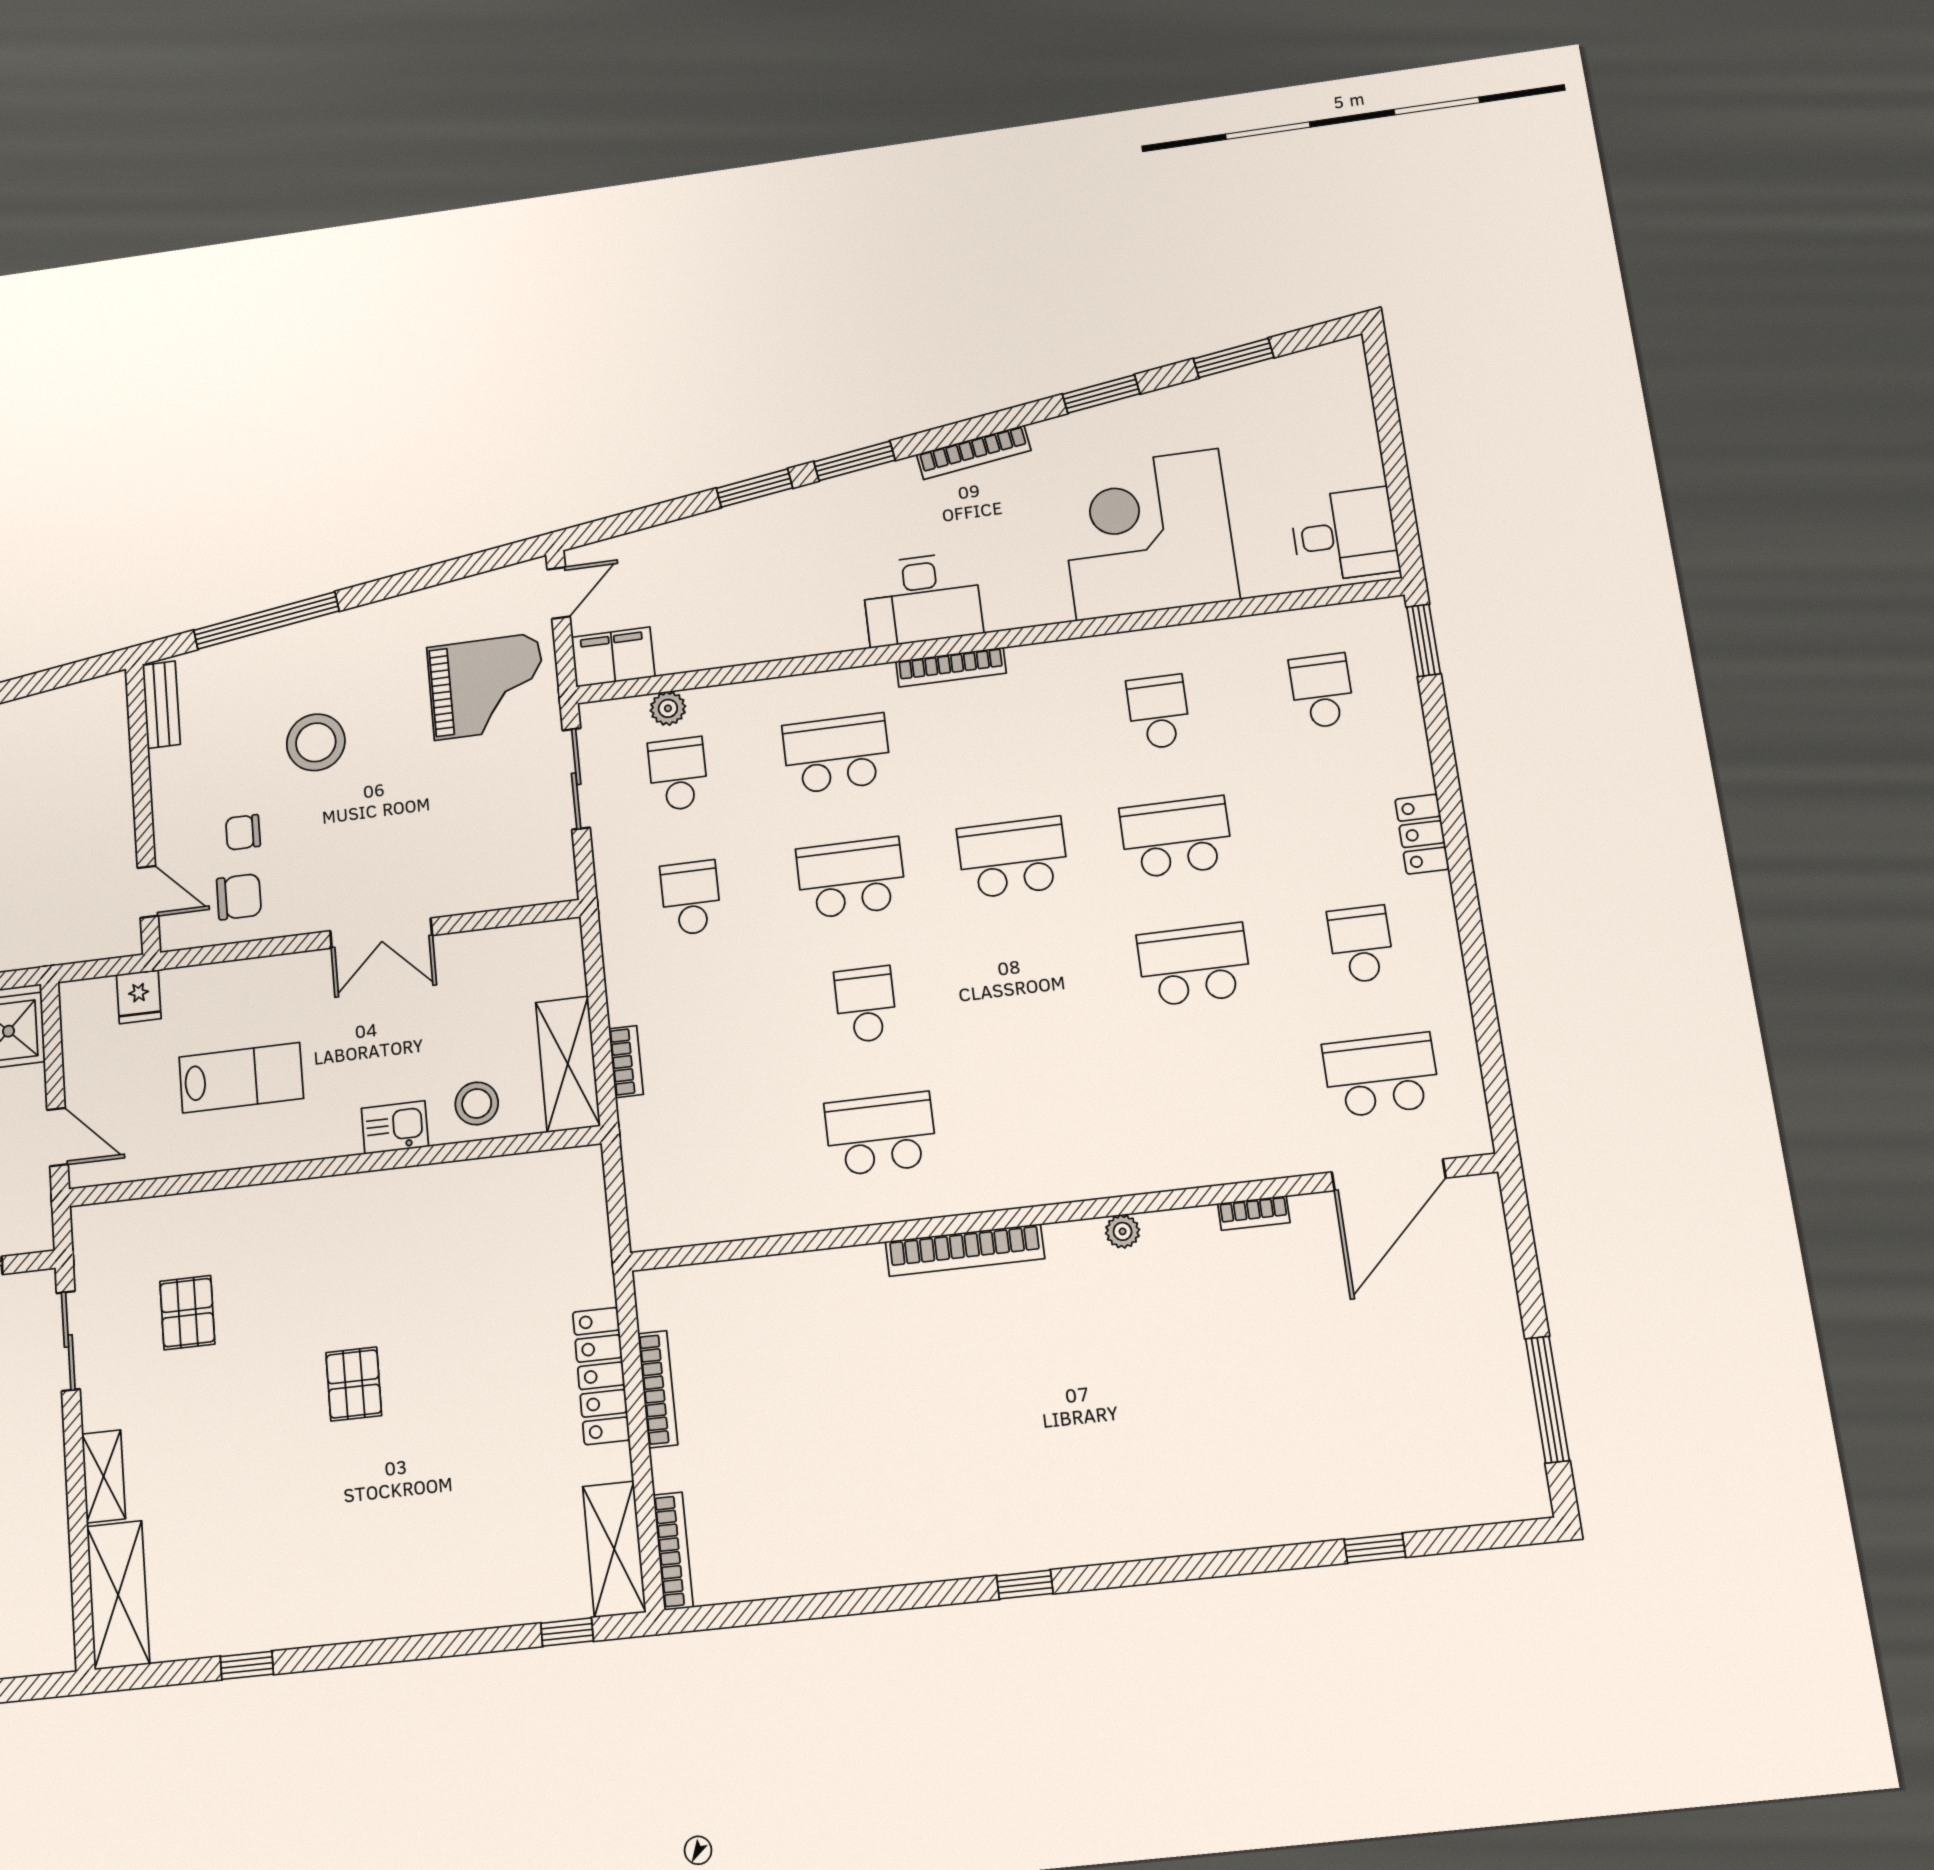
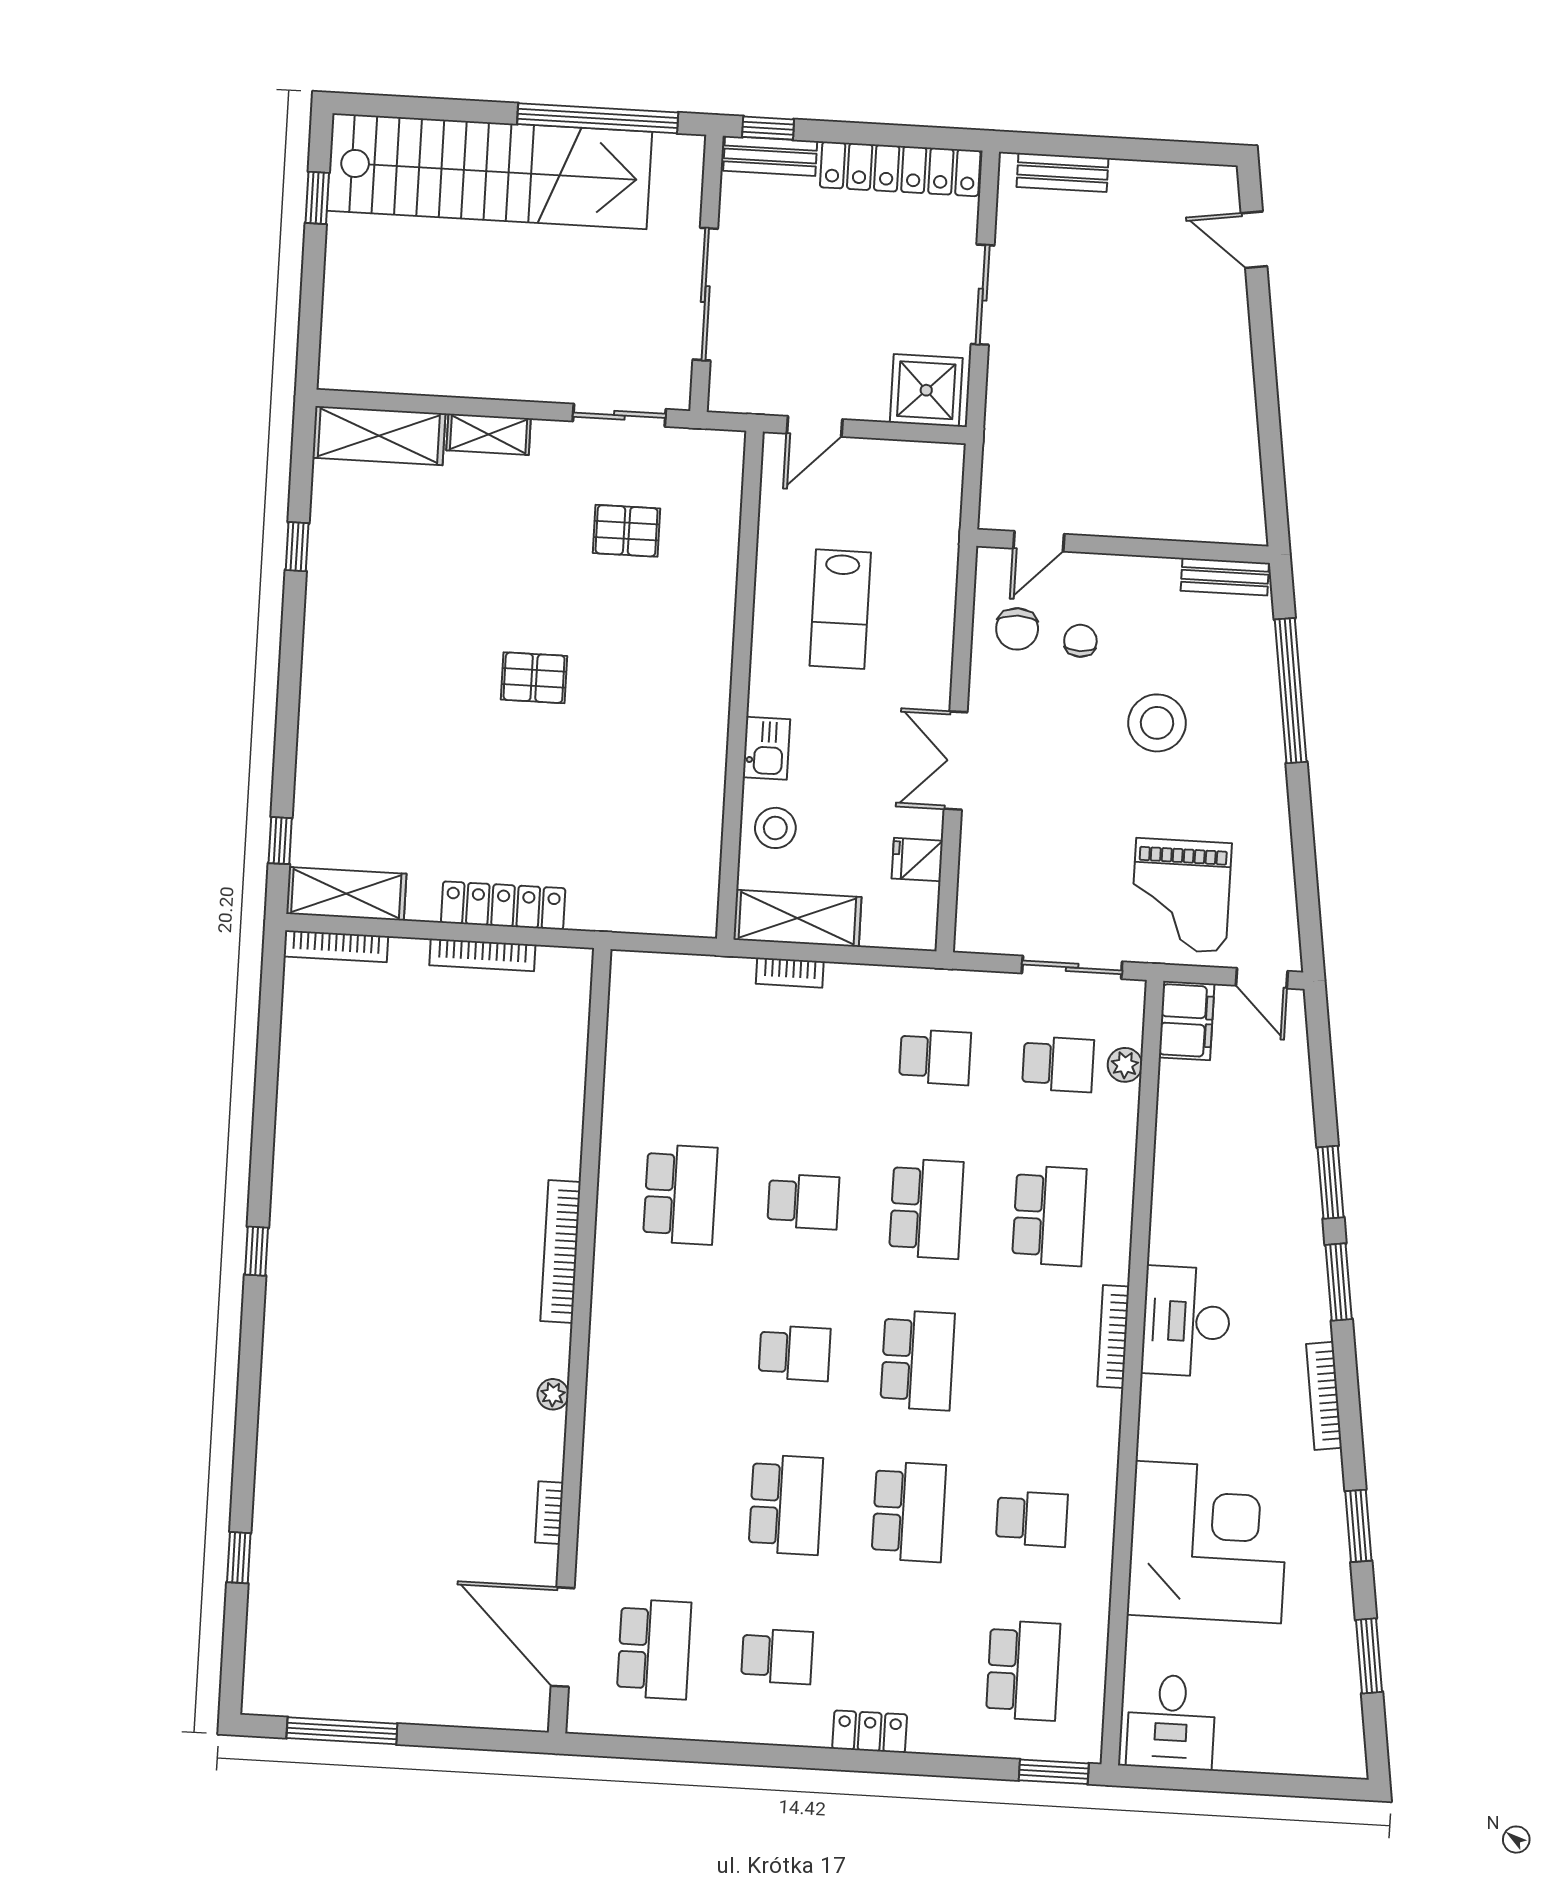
school desk: (1322, 691) -> (1023, 1670), width x1.85
school desk: (1029, 985) -> (795, 1353), added
fridge: (139, 997) -> (917, 860), moved

